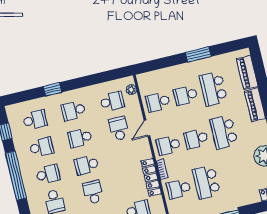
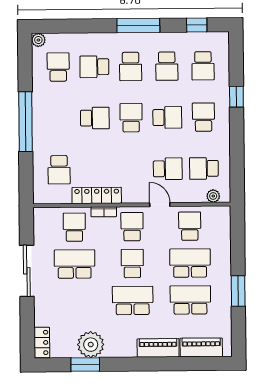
school desk: (186, 95) -> (190, 263), width x1.85
school desk: (112, 101) -> (204, 168), turned 90
school desk: (80, 138) -> (167, 117), turned 90
window: (16, 176) -> (138, 26), width x0.68

